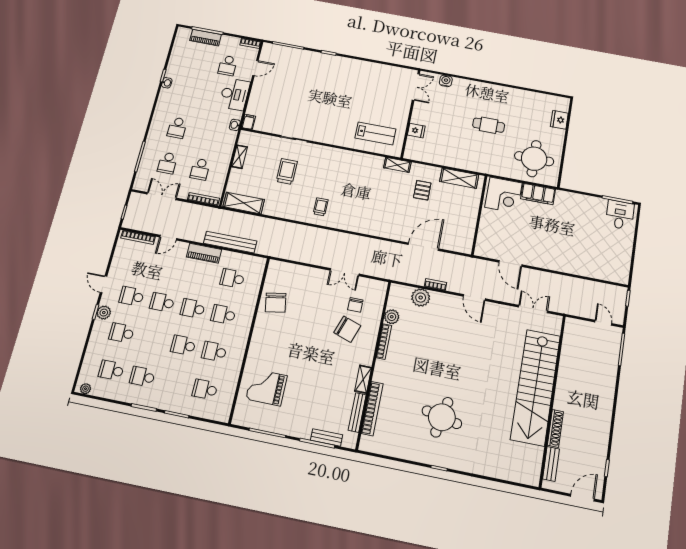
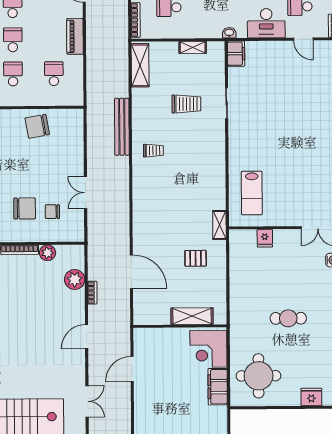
filing cabinet: (249, 122) -> (236, 54), width x2.00
cafe table: (489, 125) -> (288, 318), turned 90
shelving: (459, 178) -> (192, 316), moved, turned 90
bench: (230, 242) -> (122, 127), moved
chair: (347, 329) -> (25, 208), turned -109

